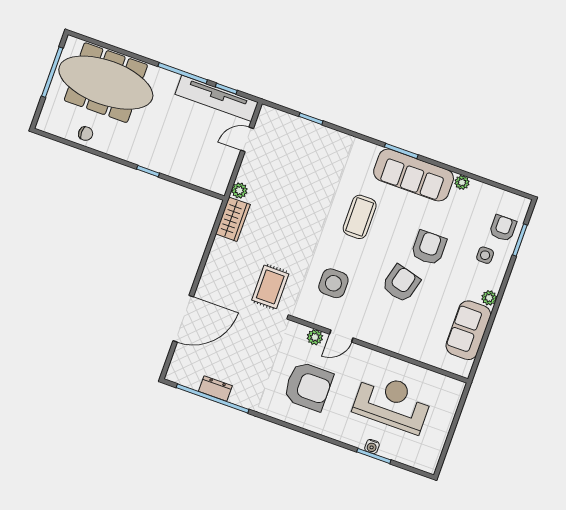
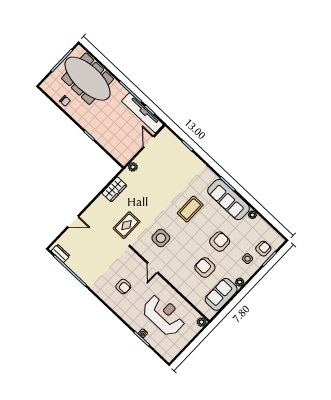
door: (247, 139) -> (149, 142), hinge flipped
wardrobe: (233, 219) -> (114, 189), moved
armchair: (401, 283) -> (205, 268), moved, turned -104
door: (183, 319) -> (73, 222), width x0.53
door: (341, 336) -> (153, 268), hinge flipped
plant: (315, 337) -> (202, 322), moved
armchair: (308, 386) -> (123, 287), width x0.53, depth x0.53
dresser: (215, 389) -> (61, 253), moved

